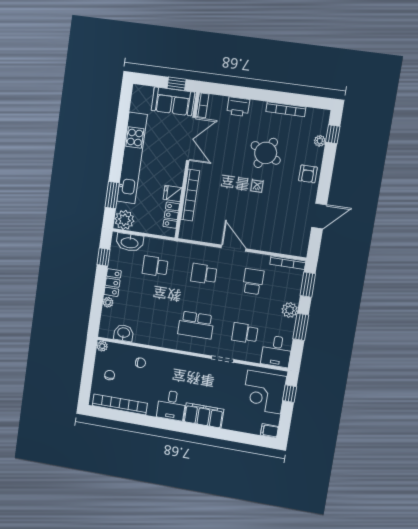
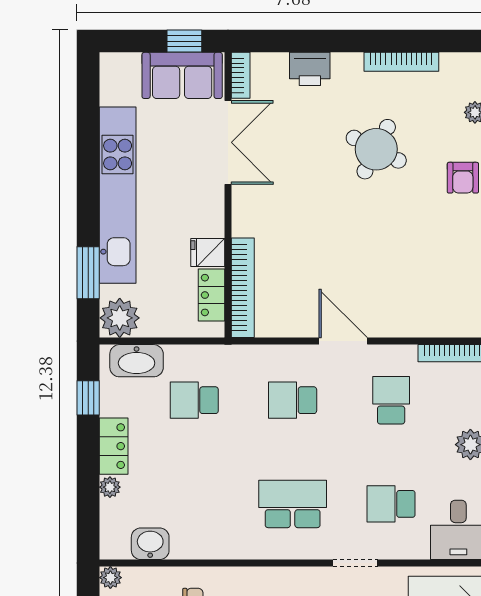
bookcase: (190, 195) -> (243, 288), moved
school desk: (196, 325) -> (293, 504), turned 180

